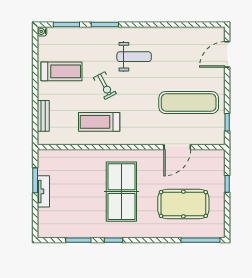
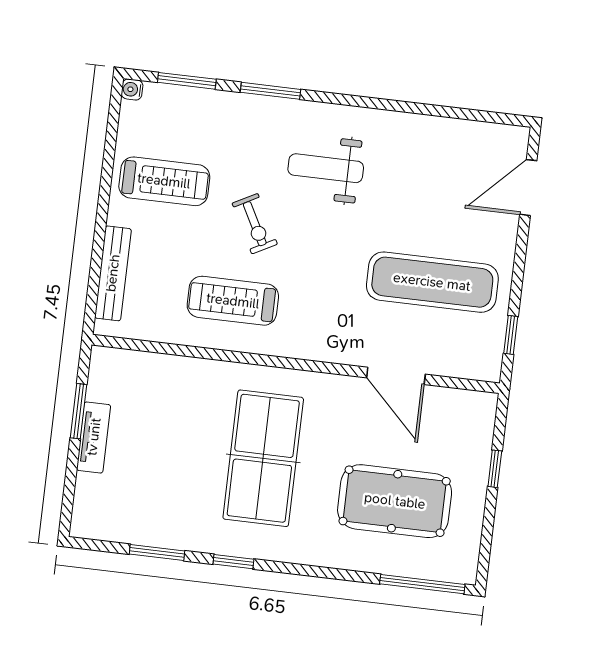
weight bench: (134, 57) -> (326, 168), turned 180
bench: (43, 116) -> (113, 273), width x1.36
door: (177, 147) -> (396, 376), hinge flipped

